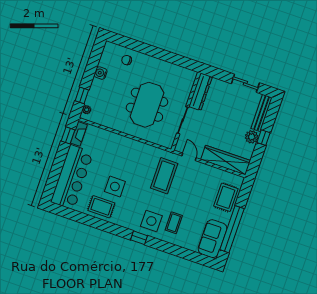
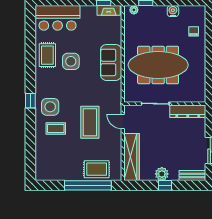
meeting table: (147, 105) -> (158, 65), width x1.36
bench: (262, 113) -> (192, 176), width x0.73
door: (189, 157) -> (123, 121), swing flipped
coffee table: (164, 176) -> (90, 122), moved, turned 90
bar counter: (72, 177) -> (58, 18), width x0.73
window: (232, 229) -> (88, 185), moved
sofa: (213, 239) -> (111, 62), moved, turned -90

